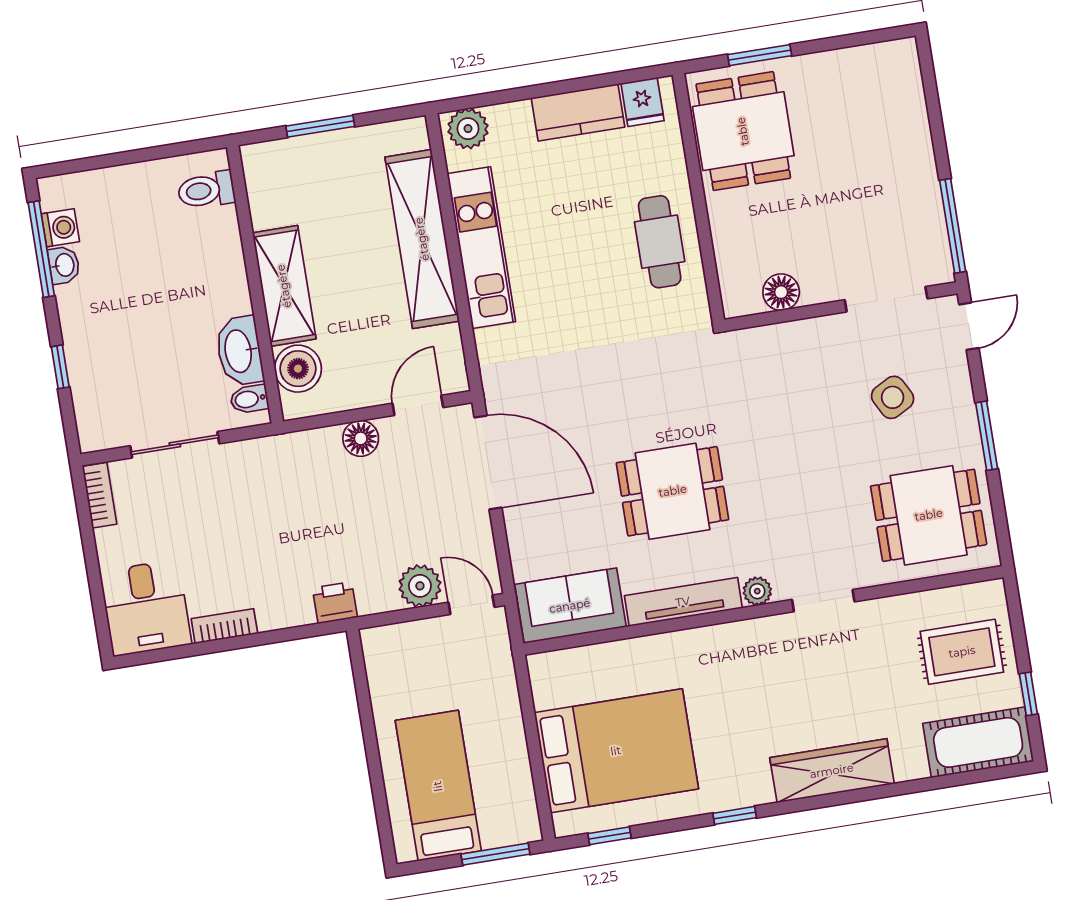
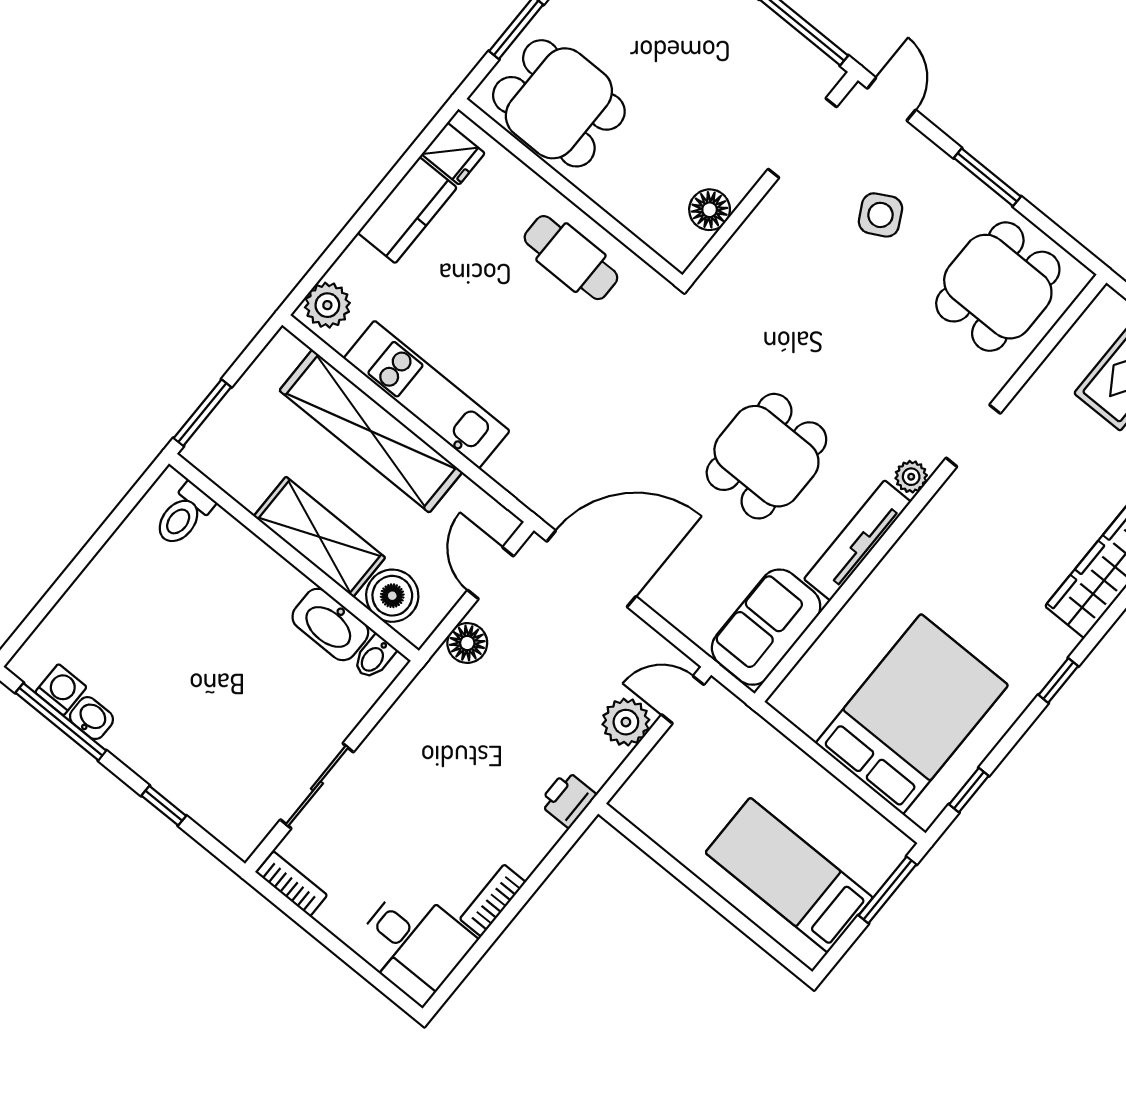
toilet: (206, 190) -> (184, 515), moved
wall: (255, 284) -> (294, 557), moved
shelving: (284, 286) -> (319, 537), moved
washbasin: (239, 351) -> (330, 624), moved
boiler: (298, 369) -> (392, 596), moved
bidet: (249, 399) -> (374, 657), moved

